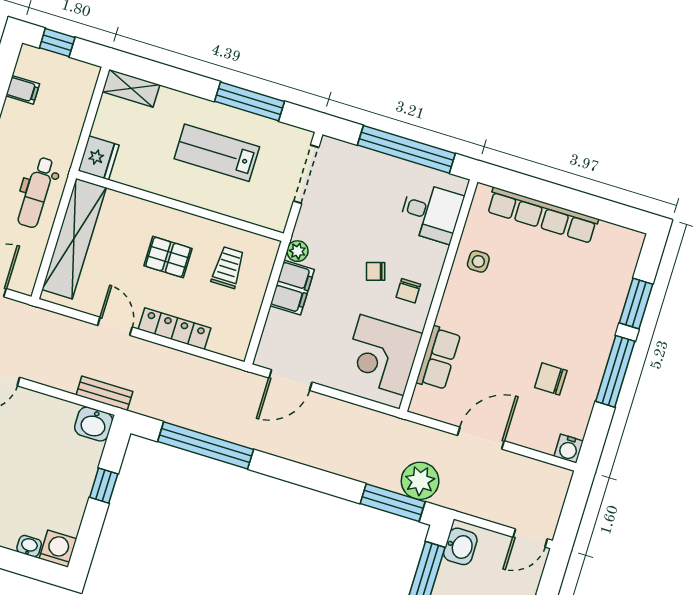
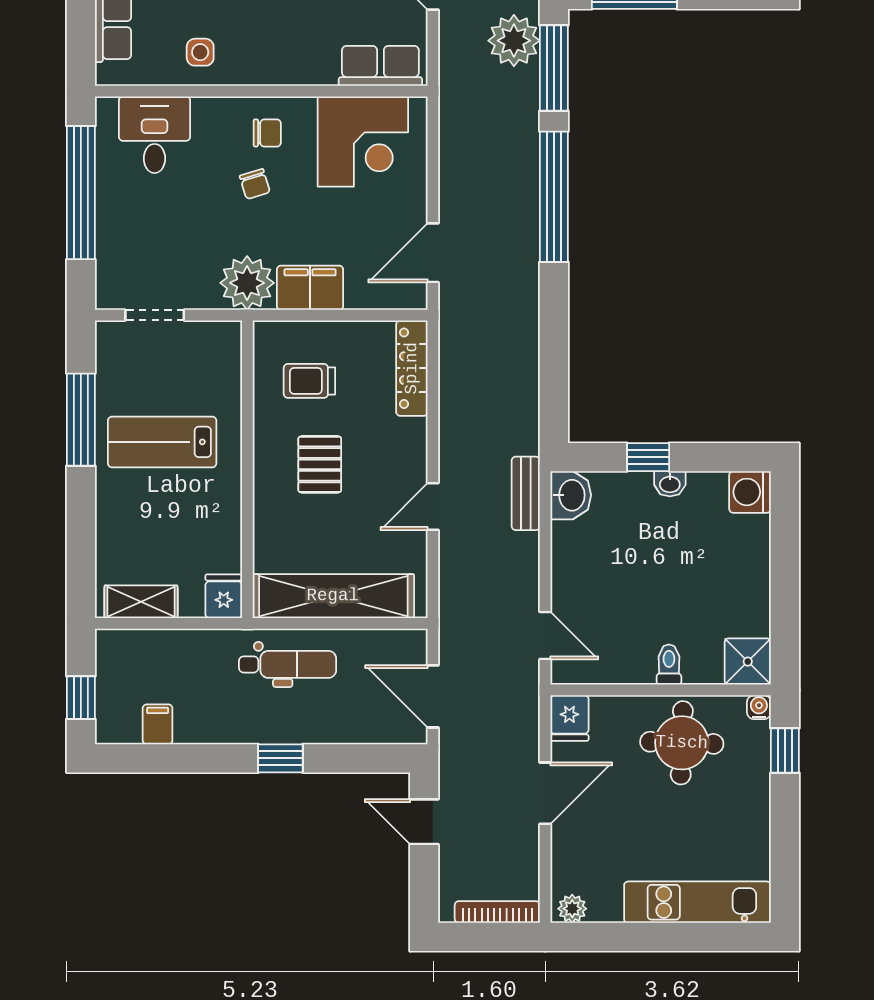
shelving: (131, 88) -> (141, 602), moved, turned 90
lab bench: (217, 153) -> (162, 442), turned 90
fridge: (99, 158) -> (224, 596), width x0.72
doorway: (306, 174) -> (155, 315), width x0.73
plant: (297, 251) -> (247, 283), width x1.88, depth x1.88
locker: (175, 329) -> (412, 368), moved
row of seats: (438, 358) -> (380, 66), moved
door: (290, 380) -> (433, 253), swing flipped
window: (206, 445) -> (554, 197), moved
washbasin: (29, 546) -> (670, 484), moved, turned -90

